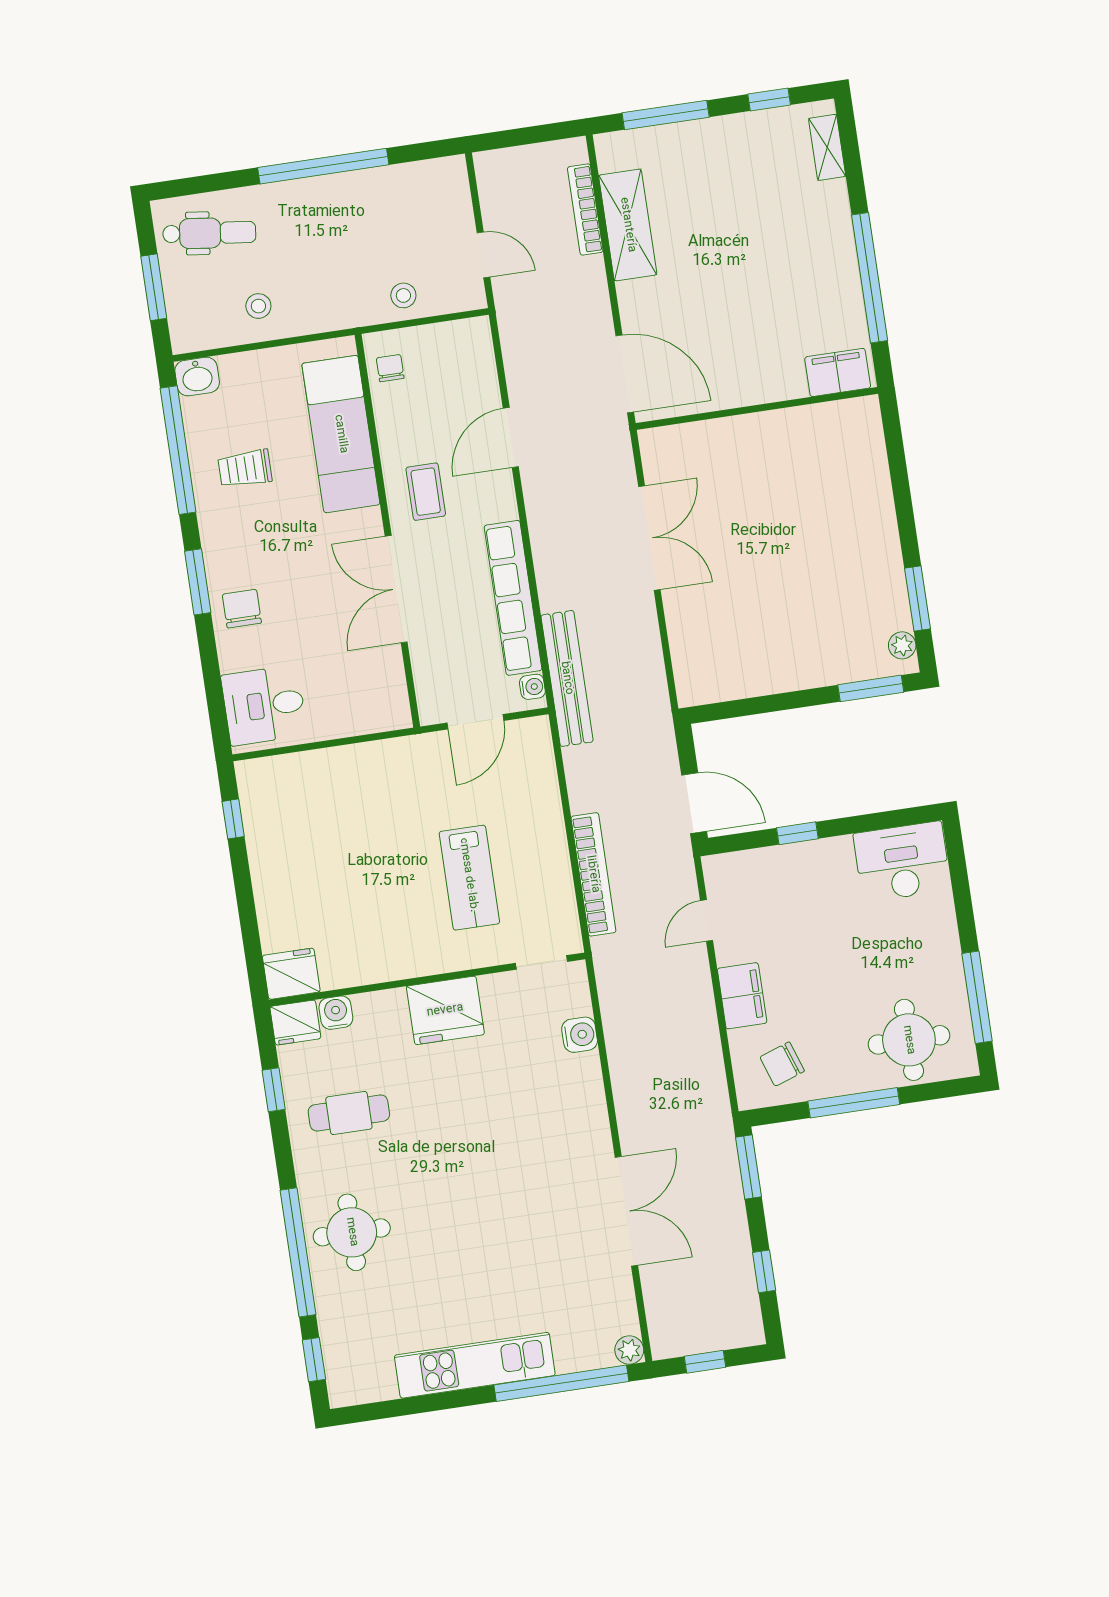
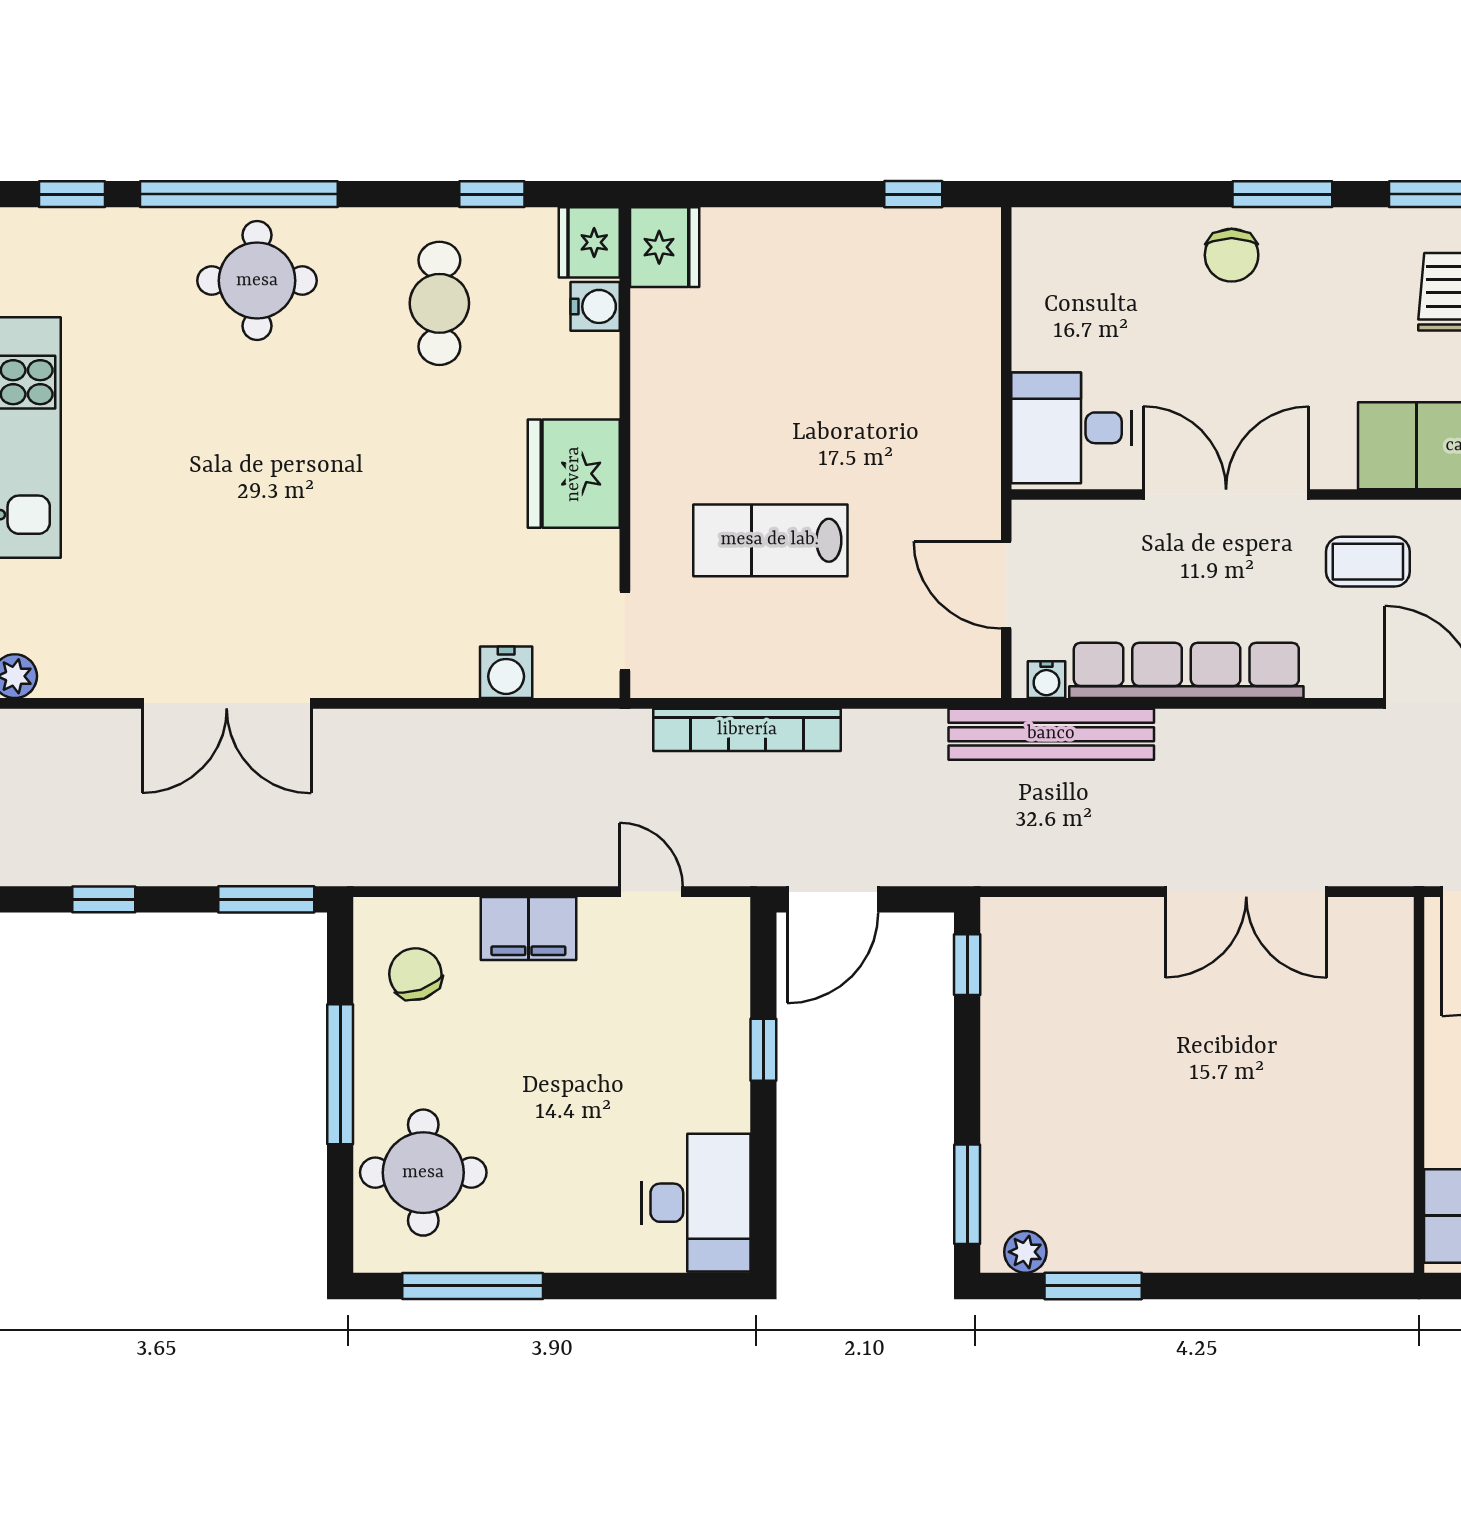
chair: (242, 609) -> (1232, 255), turned 90
desk: (264, 705) -> (1071, 428), moved, turned -90
window: (723, 710) -> (967, 965), added

